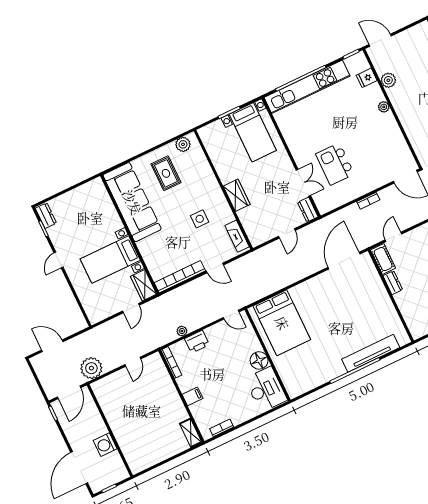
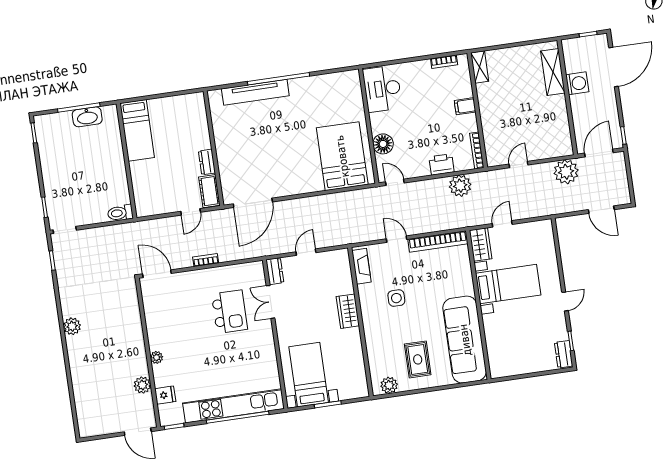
plant: (182, 331) -> (460, 186), width x1.87, depth x1.87
floor lamp: (259, 360) -> (383, 144), moved
shelving: (128, 448) -> (553, 72), added

